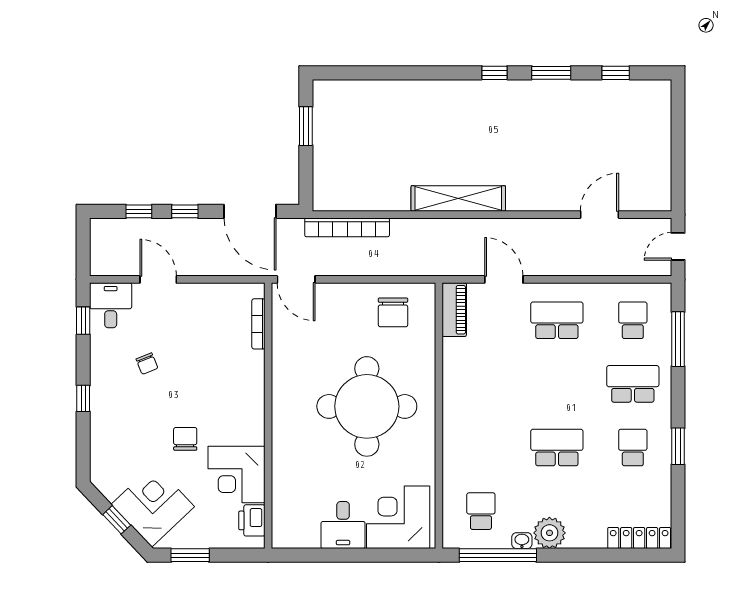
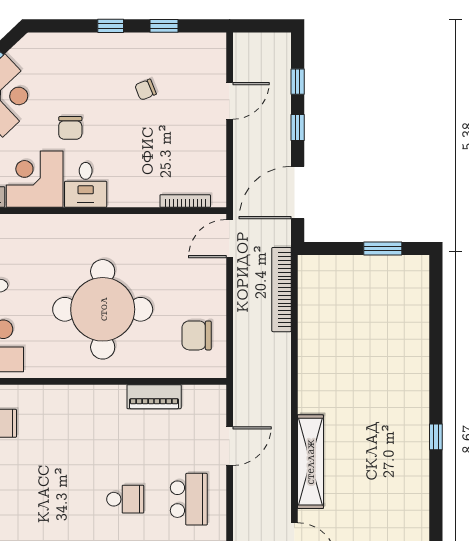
window: (551, 73) -> (436, 494), removed
shelving: (458, 198) -> (310, 462), moved
desk: (111, 305) -> (86, 185), moved, turned 90
piano: (454, 310) -> (154, 397), moved
window: (83, 321) -> (164, 26), moved
chair: (185, 439) -> (70, 128), turned 90
school desk: (557, 448) -> (125, 499), moved, width x0.54

